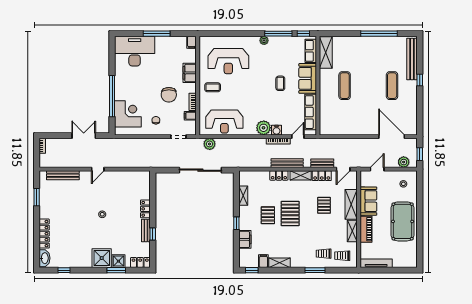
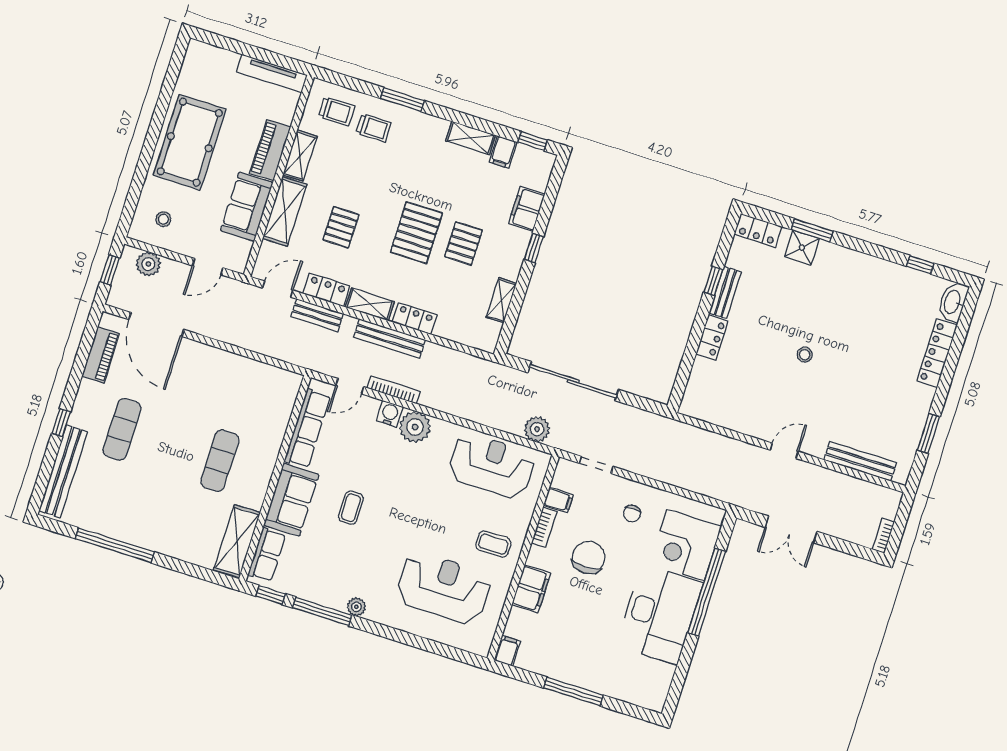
desk: (135, 51) -> (660, 614), moved, turned -90
piano: (412, 115) -> (101, 355), added
shower: (102, 258) -> (835, 265), removed

